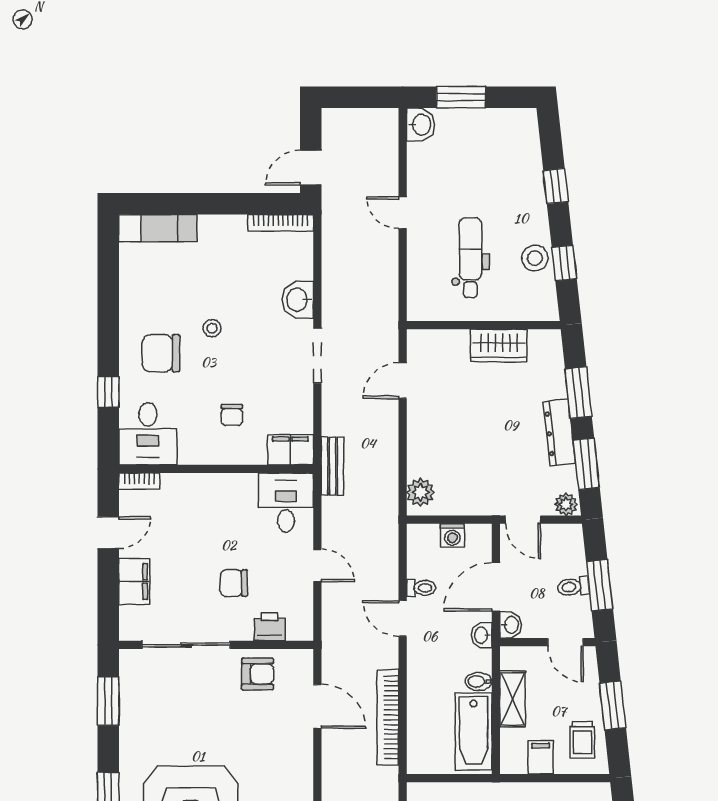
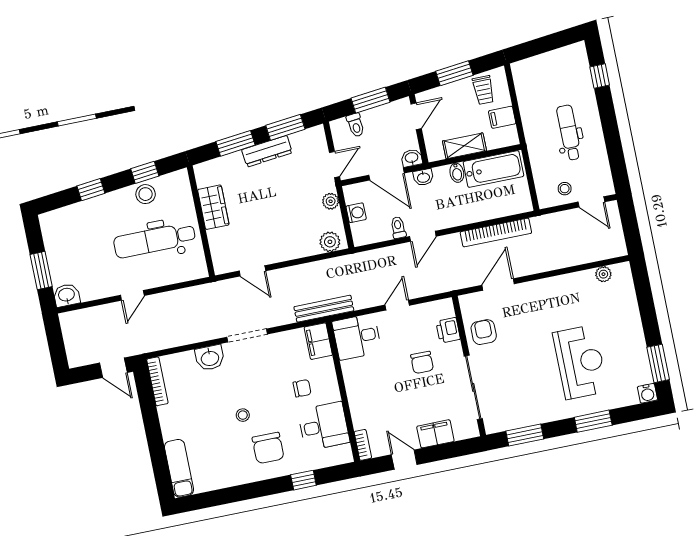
dental chair: (470, 258) -> (155, 240), width x1.36, depth x1.38
desk: (148, 434) -> (324, 426), moved
bench: (333, 466) -> (324, 309), width x1.36
plant: (566, 504) -> (331, 201), moved
toilet: (573, 587) -> (356, 125), moved
trolley: (582, 740) -> (483, 90), turned 90

